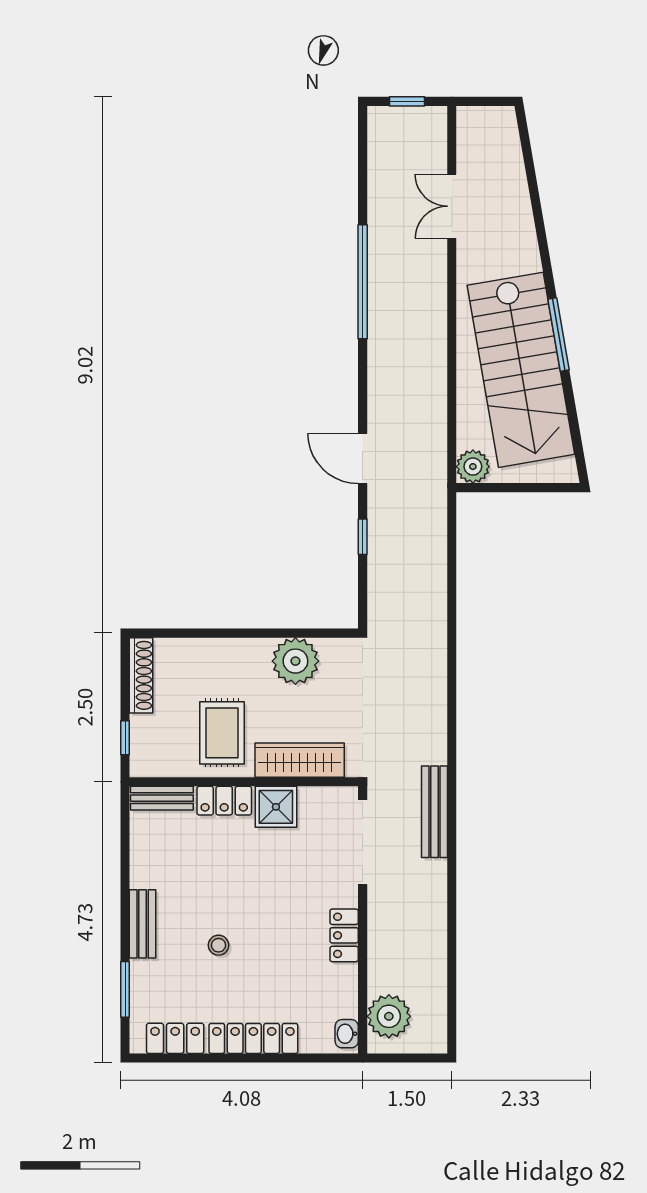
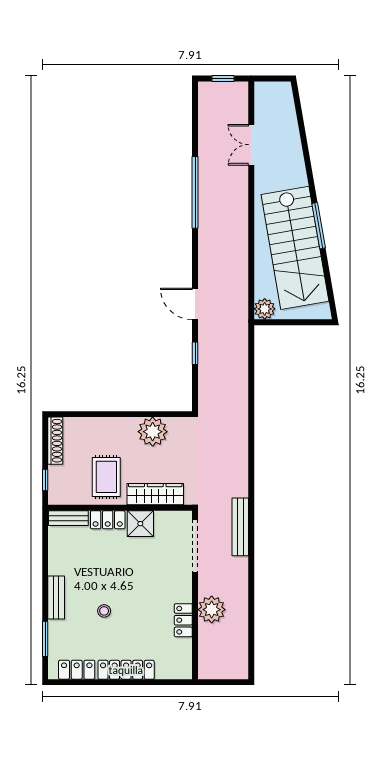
locker: (344, 935) -> (183, 620), moved
plant: (389, 1016) -> (212, 610), moved
washbasin: (347, 1034) -> (185, 667), removed

